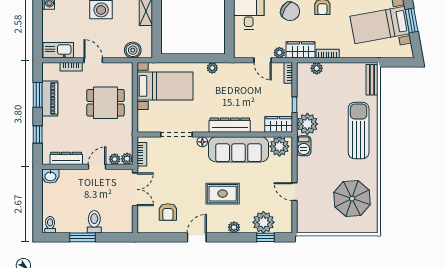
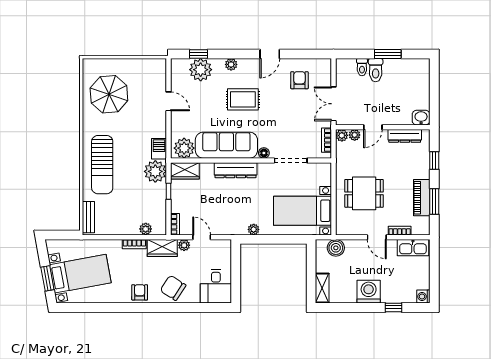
toilet: (50, 225) -> (362, 67), moved

